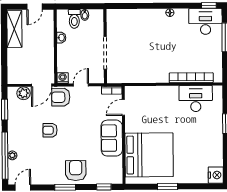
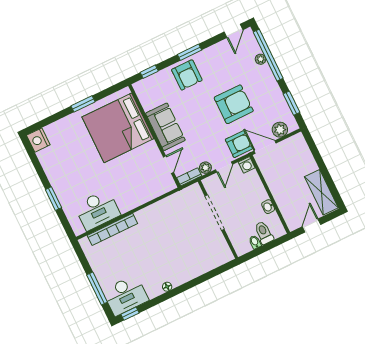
door: (42, 85) -> (265, 147), hinge flipped
plant: (96, 91) -> (205, 168), added
armchair: (50, 130) -> (234, 104), width x1.88, depth x1.88

